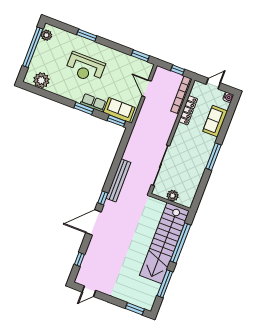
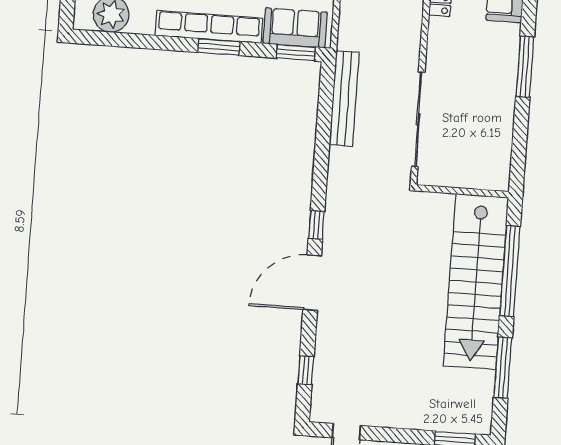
row of seats: (93, 103) -> (209, 27), width x2.02
bench: (118, 180) -> (344, 99), moved
plant: (173, 196) -> (463, 176), removed

